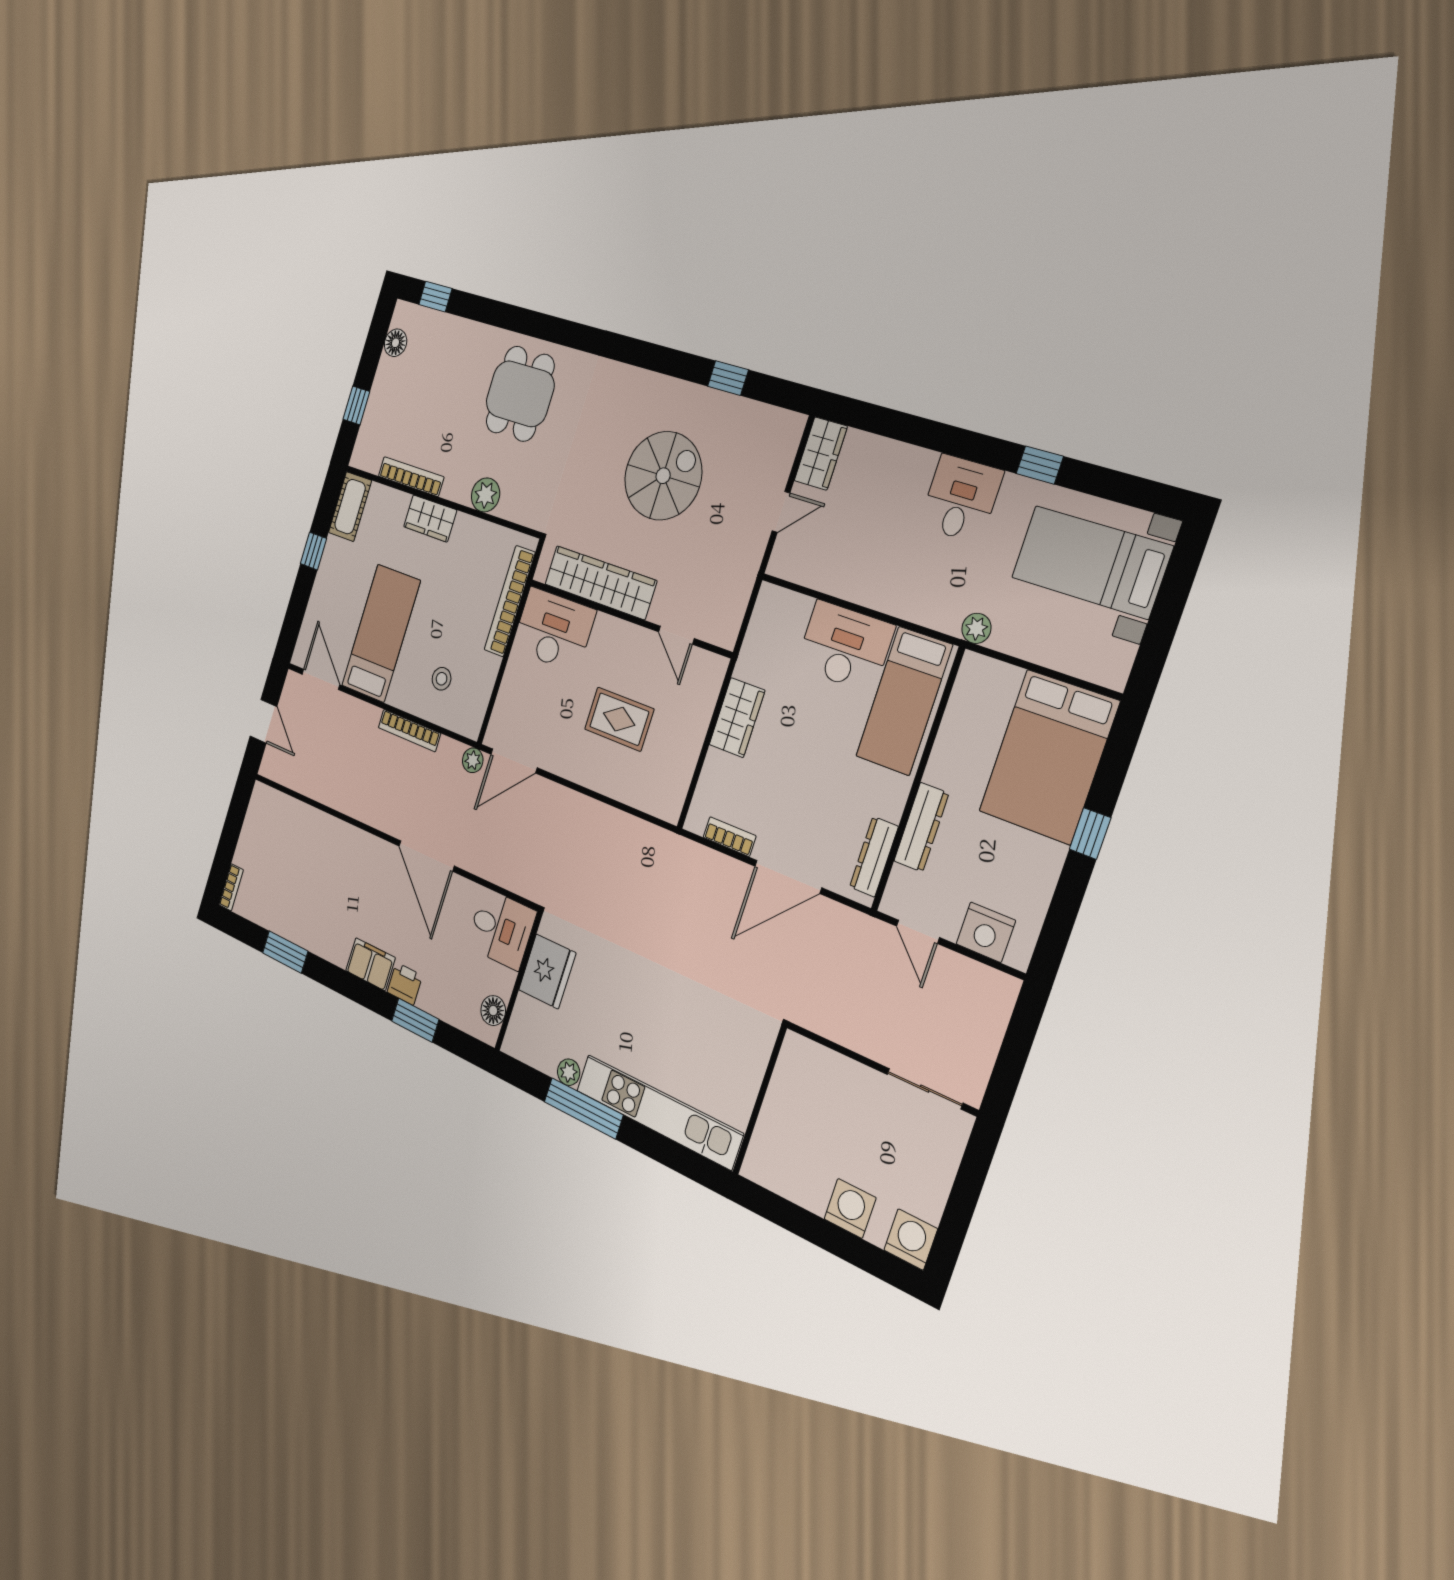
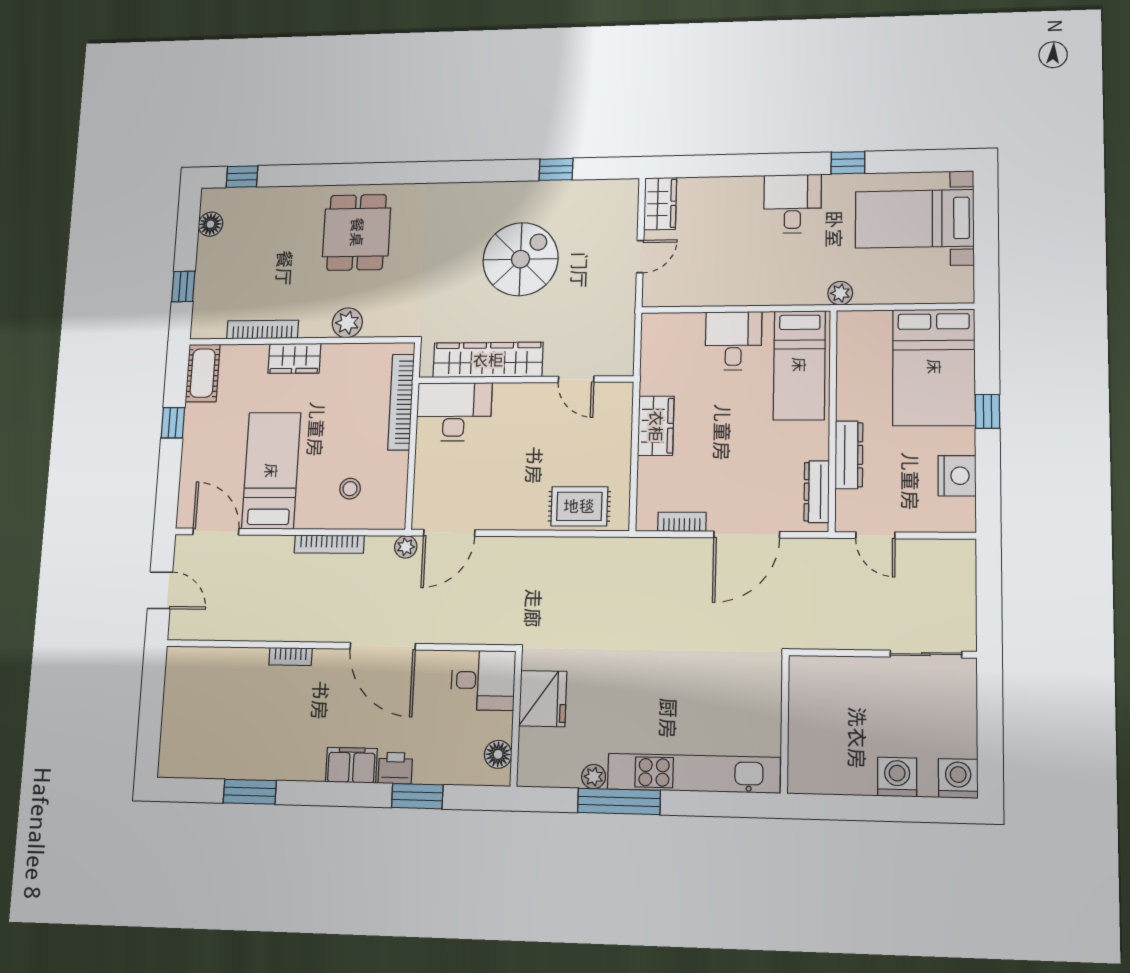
desk: (845, 647) -> (733, 341), width x0.73
rug: (619, 719) -> (579, 506), moved
bookcase: (231, 887) -> (291, 656), moved, turned 90
nightstand: (986, 932) -> (957, 476), moved, turned -90

